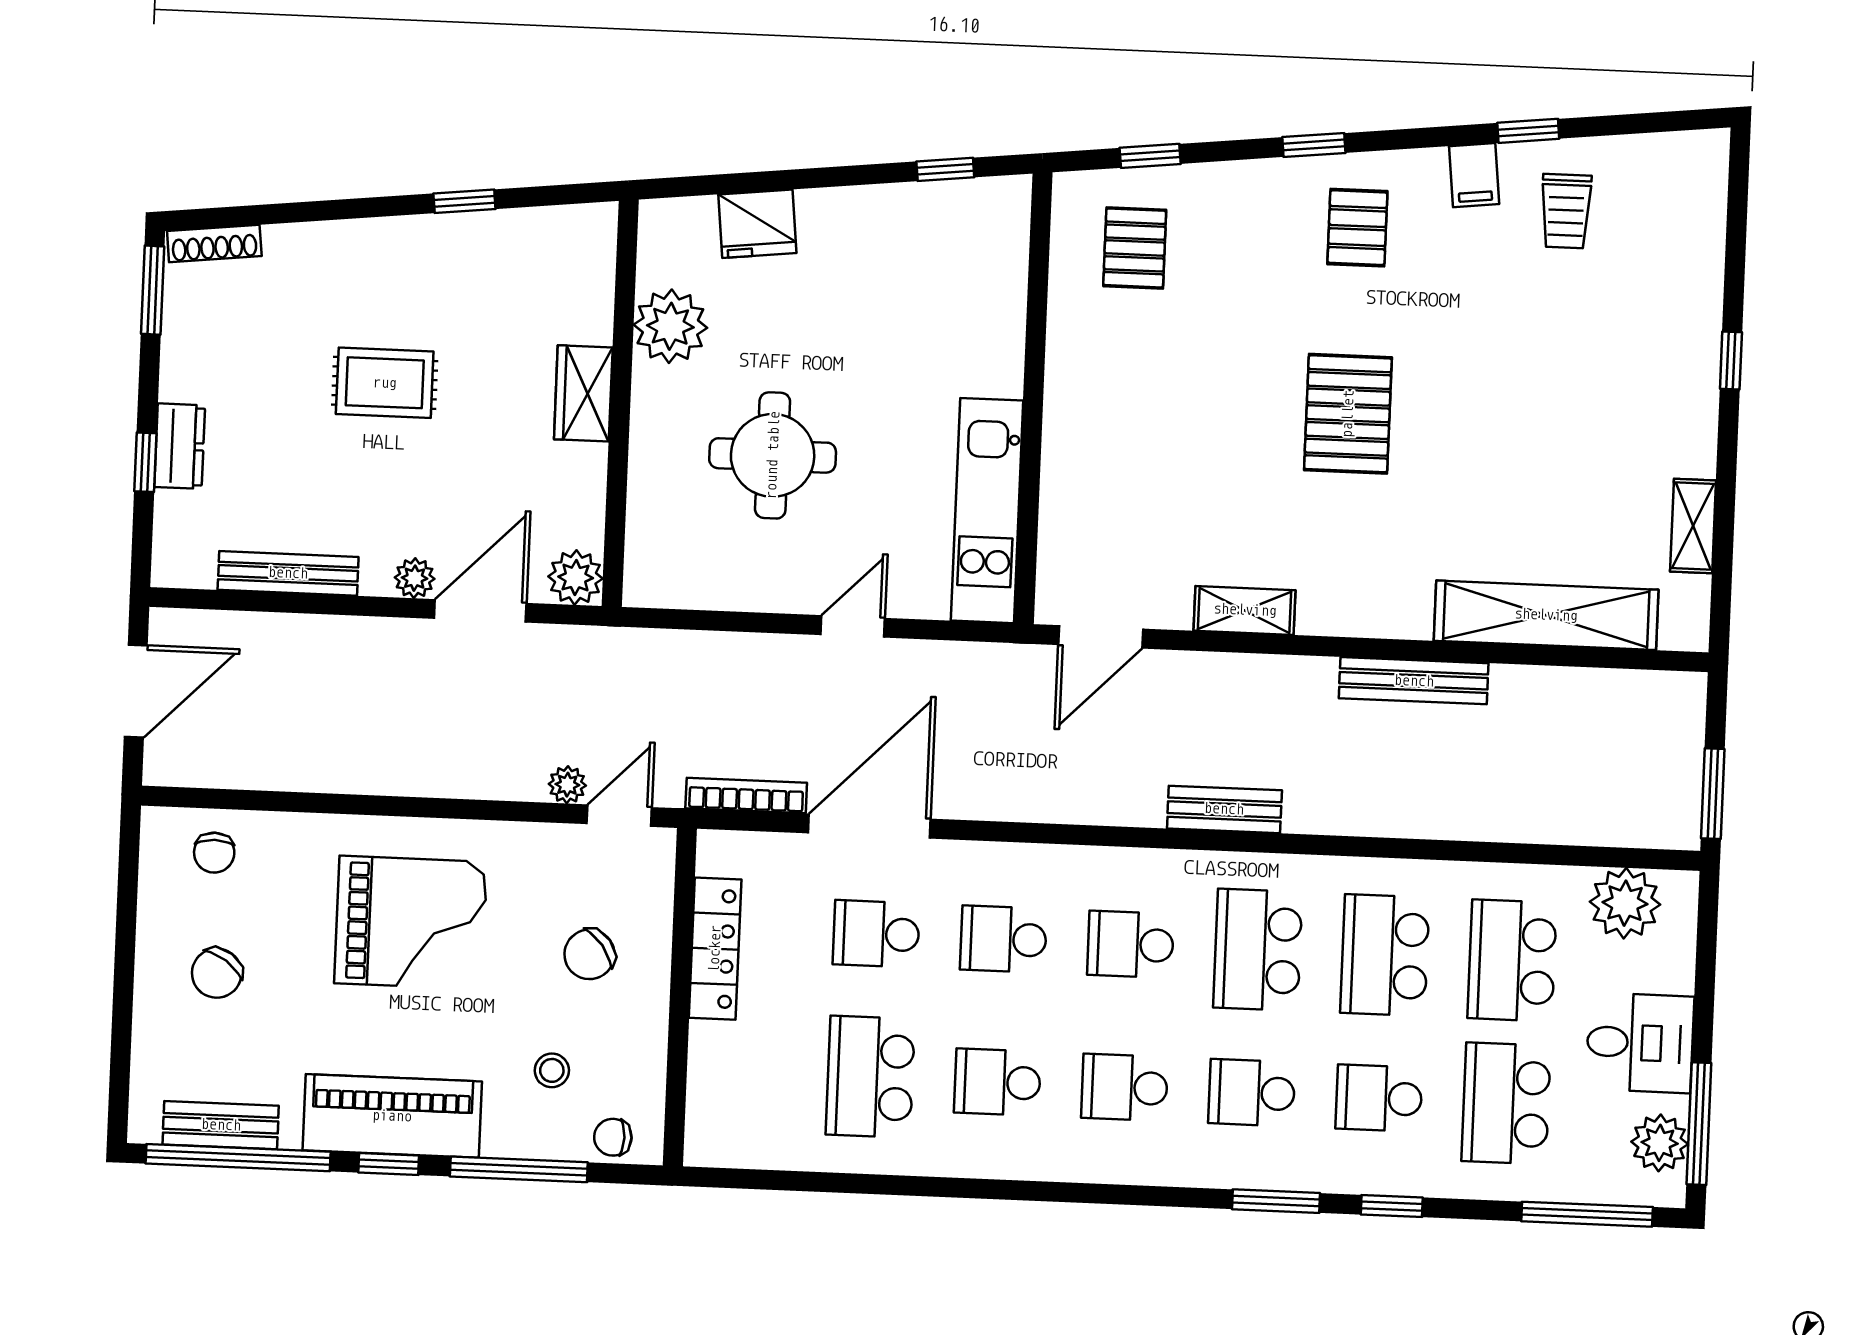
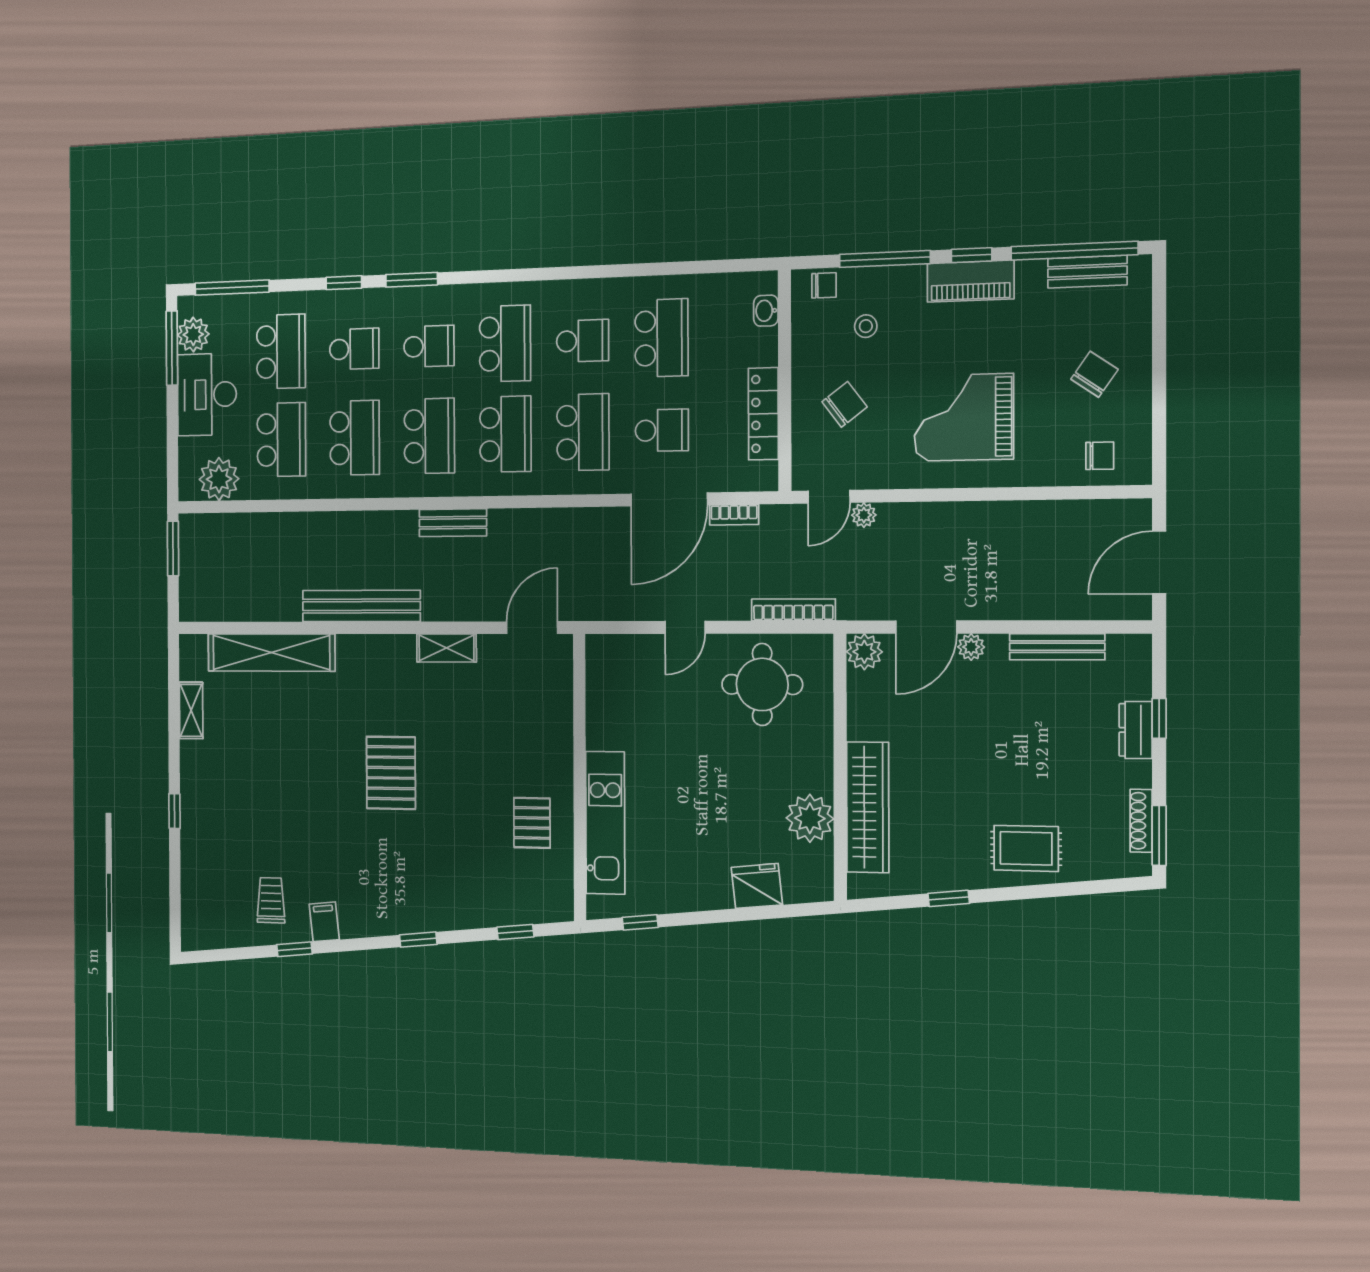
pallet: (1357, 228) -> (390, 889), removed
shoe rack: (214, 244) -> (1141, 821), moved, turned -84
pallet: (1135, 248) -> (532, 823), moved
rug: (385, 383) -> (1026, 848), moved
wardrobe: (583, 393) -> (868, 807), width x2.10, depth x1.17
round table: (773, 455) -> (762, 684), moved
kitchen unit: (987, 511) -> (605, 823), moved
bookcase: (682, 646) -> (793, 610), added
bench: (1414, 681) -> (361, 606), width x1.37, depth x1.21
bookcase: (746, 796) -> (734, 515), width x0.64
chair: (214, 853) -> (1100, 456), turned 90
school desk: (1003, 939) -> (583, 432), width x1.85
school desk: (1131, 944) -> (505, 434), width x1.85
desk: (1640, 1043) -> (207, 395), width x1.37
school desk: (1125, 1087) -> (505, 344), width x1.85
washbasin: (704, 1106) -> (766, 311), added
piano: (392, 1116) -> (971, 281), width x0.73, depth x0.75

